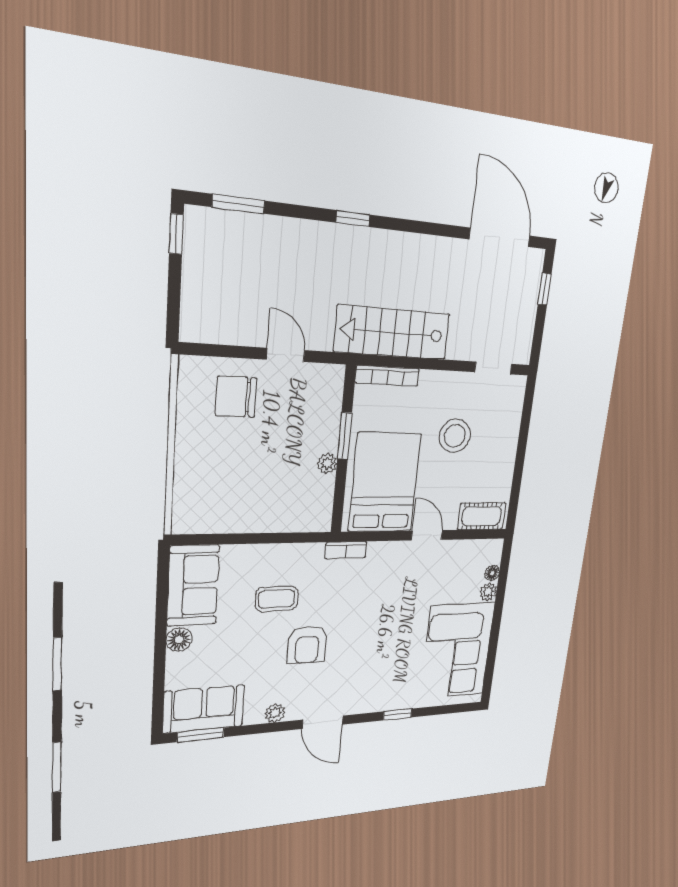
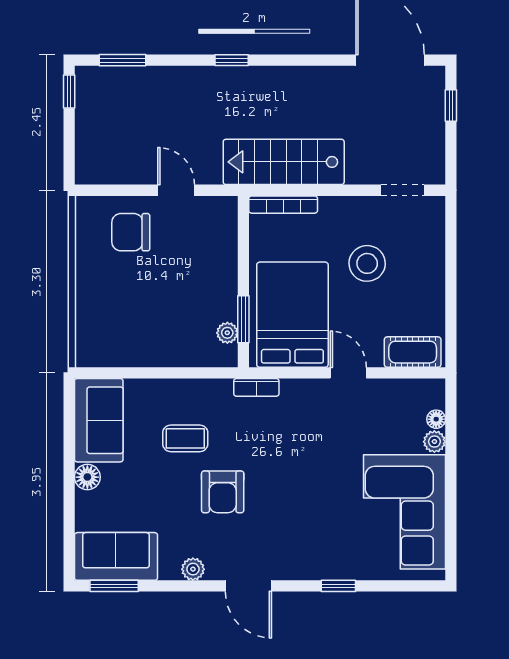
window: (345, 436) -> (243, 319), moved
plant: (327, 464) -> (227, 333), moved

